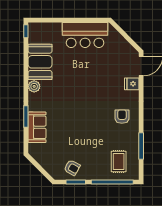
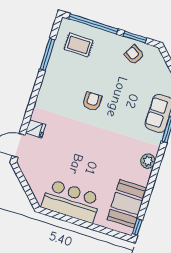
booth: (40, 62) -> (127, 204), moved
armchair: (122, 117) -> (92, 101), moved, turned 180
rug: (119, 161) -> (79, 45), turned 90

